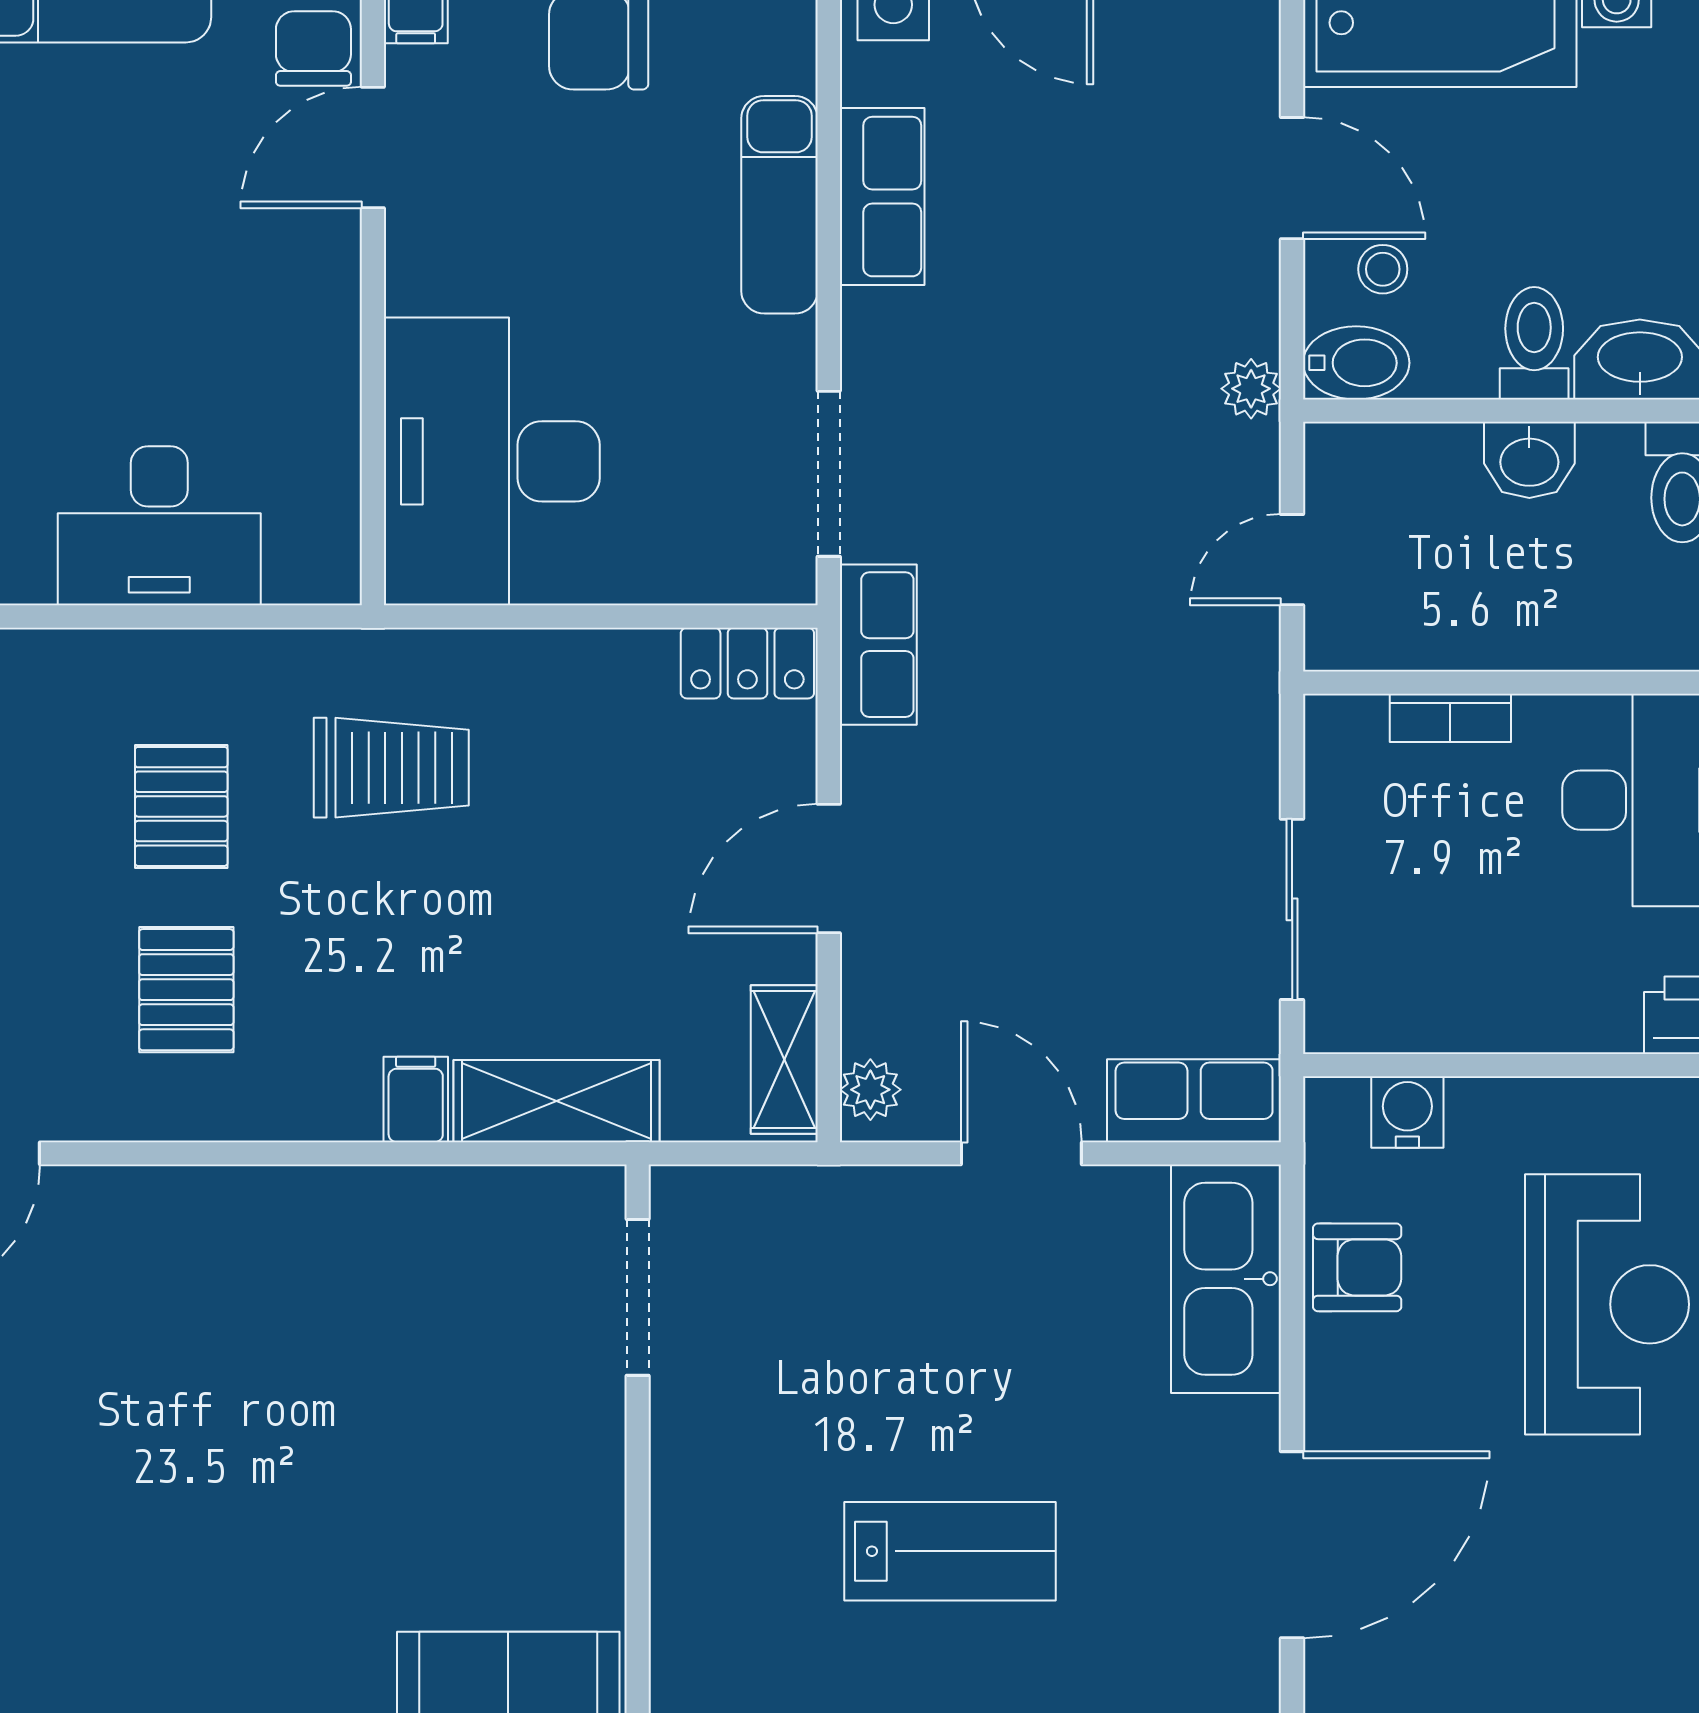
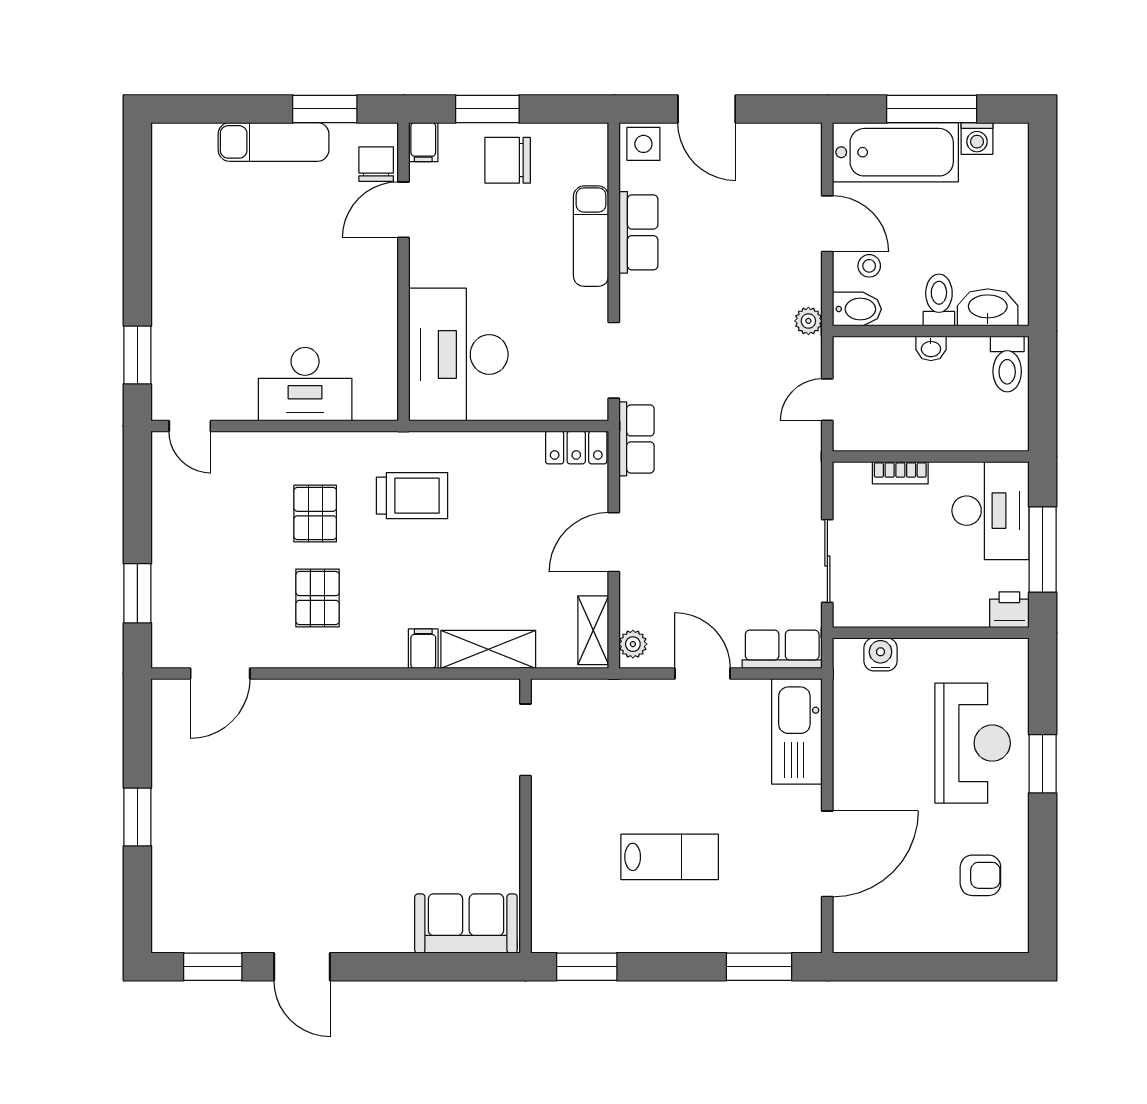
washbasin: (1529, 460) -> (931, 348), width x0.72, depth x0.69
armchair: (1357, 1267) -> (980, 875), moved

